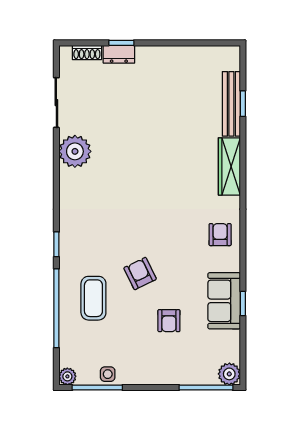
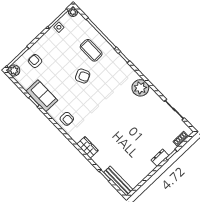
dresser: (119, 54) -> (160, 158), moved
bench: (231, 104) -> (118, 181), moved
plant: (75, 151) -> (140, 88), moved
wardrobe: (229, 166) -> (88, 147), width x0.67
armchair: (169, 321) -> (35, 61), moved

